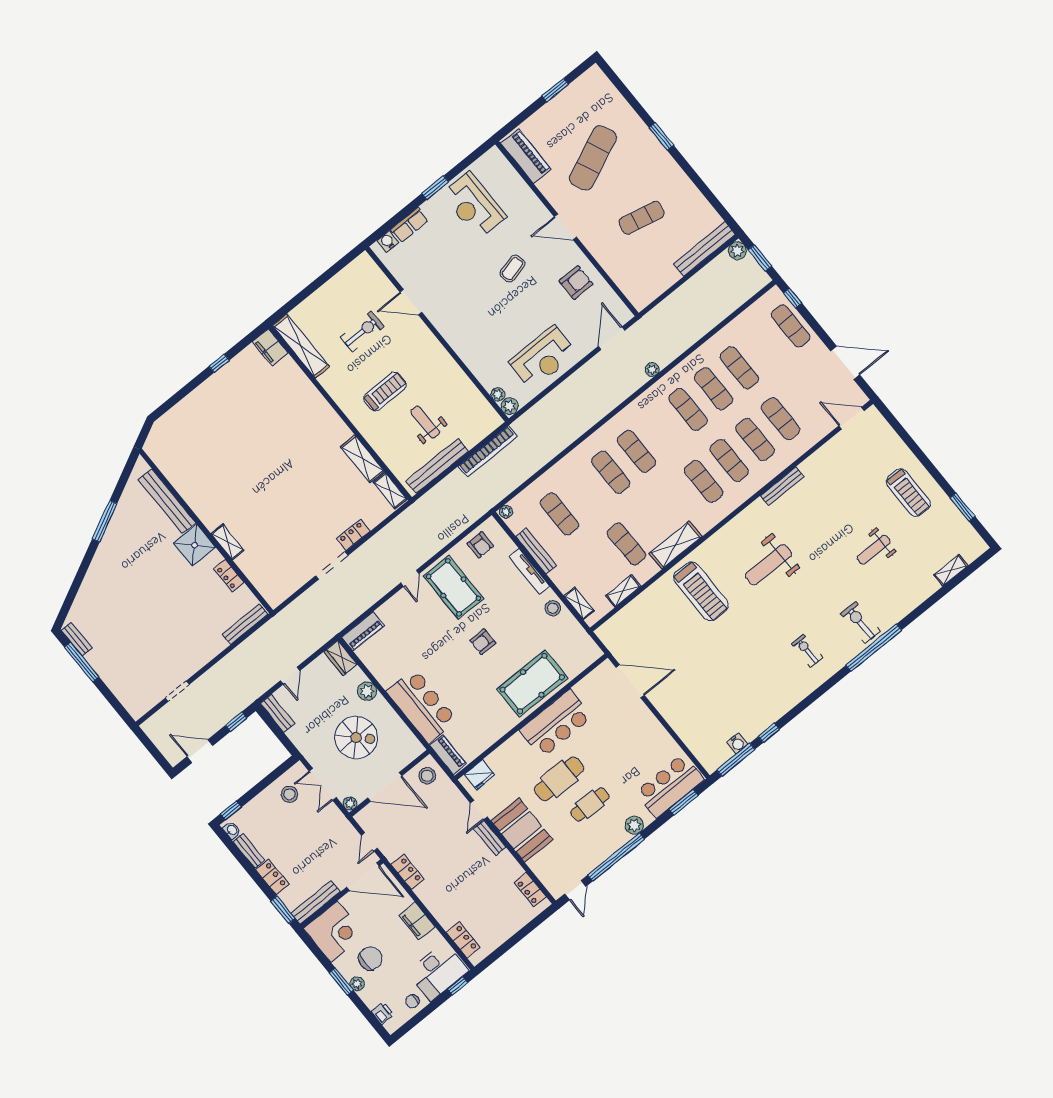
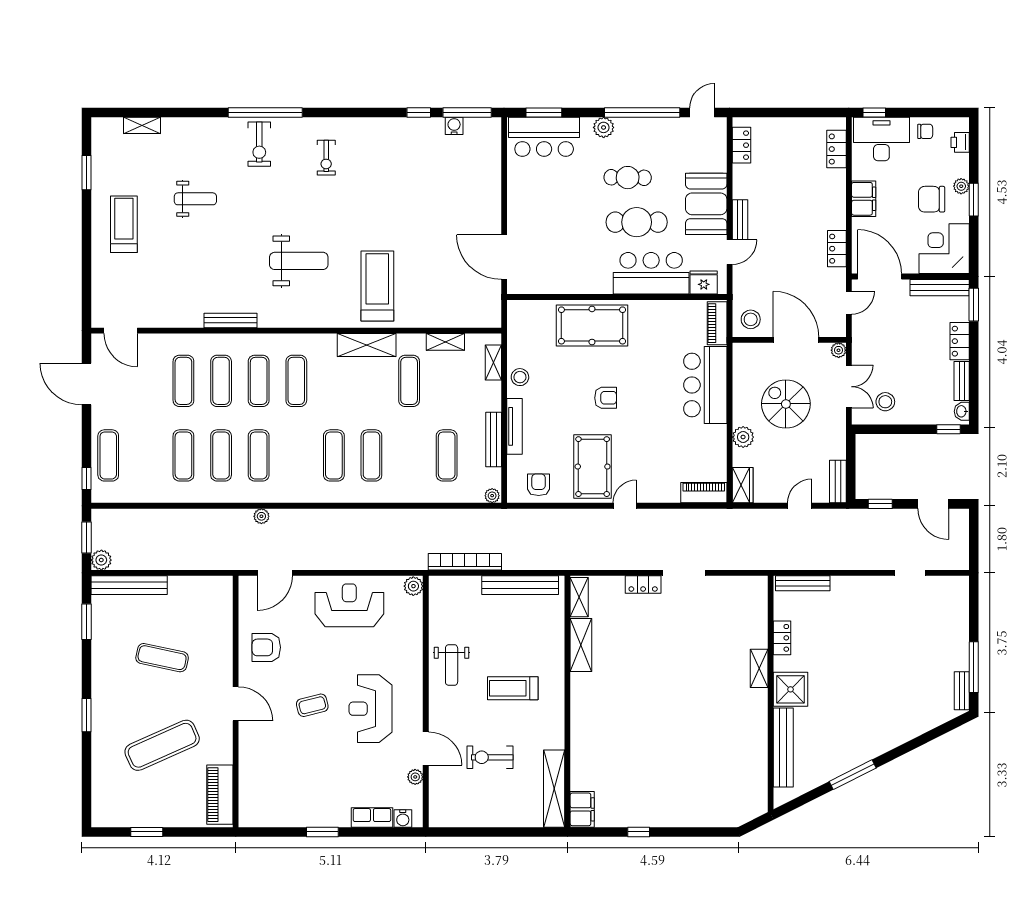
window: (713, 200) -> (87, 622), added
reception desk: (474, 205) -> (370, 709), moved, turned 180
plant: (498, 394) -> (415, 777), moved
weight bench: (425, 422) -> (452, 665), moved
bar counter: (556, 724) -> (651, 273), moved

